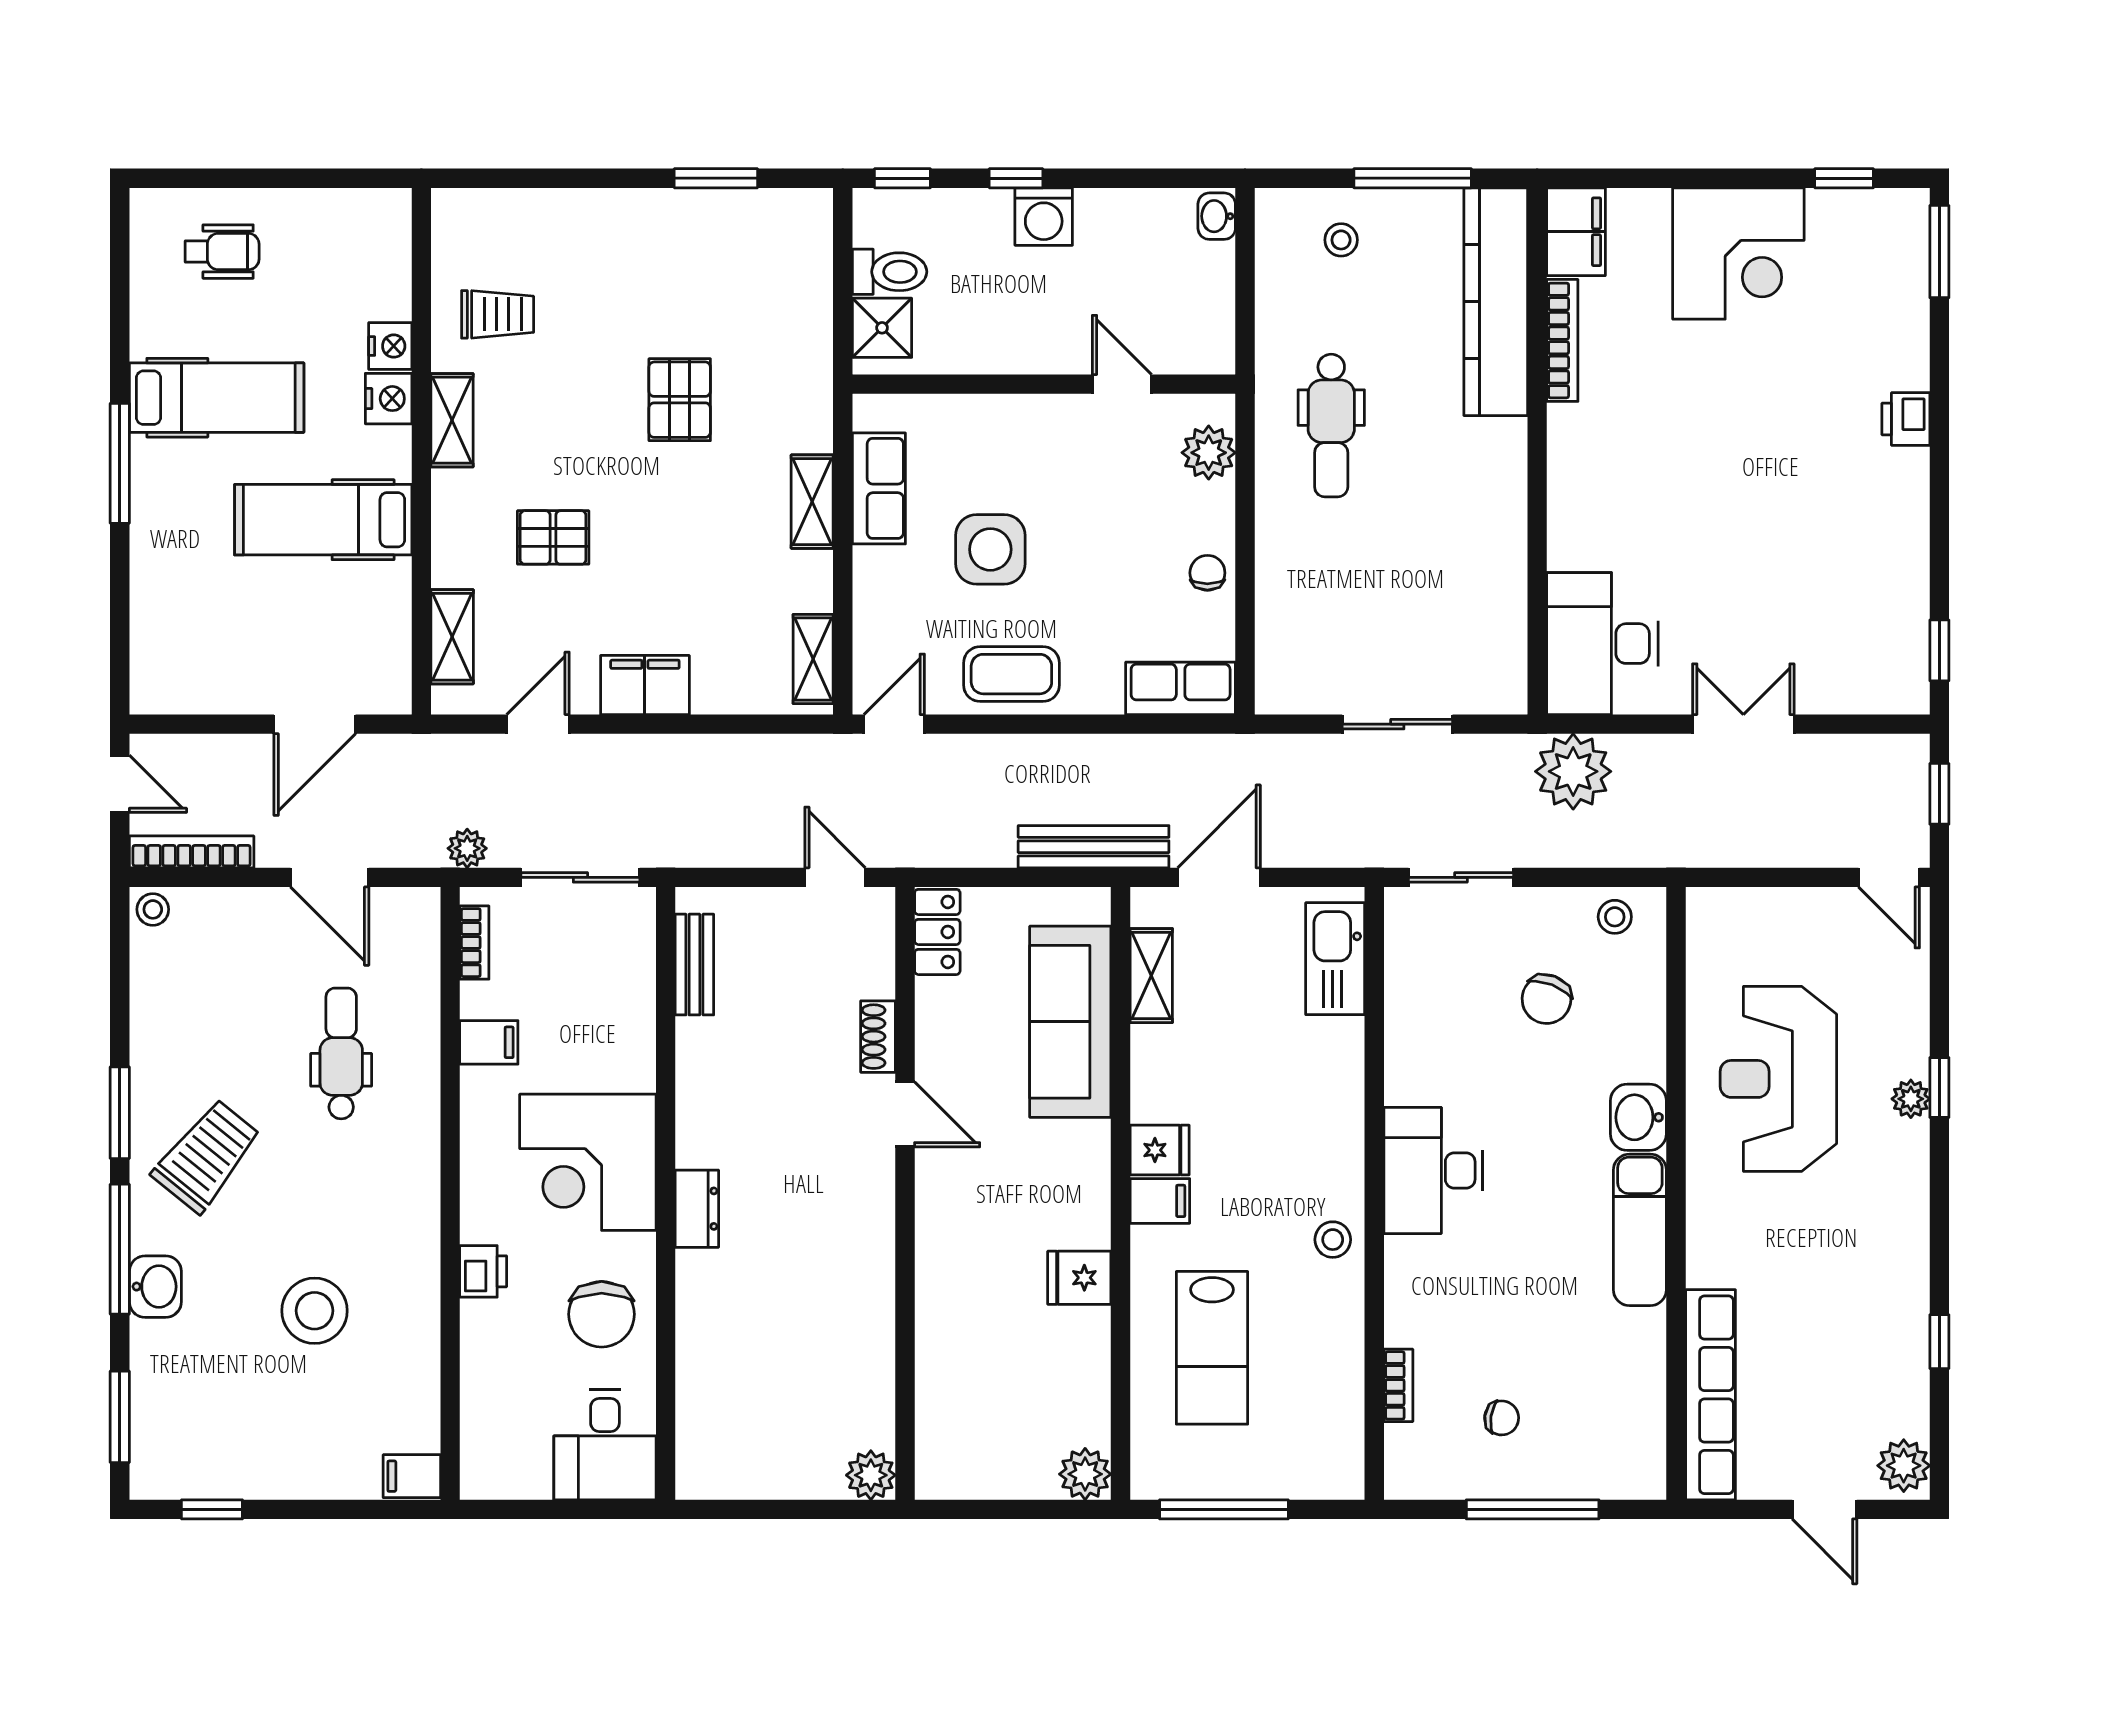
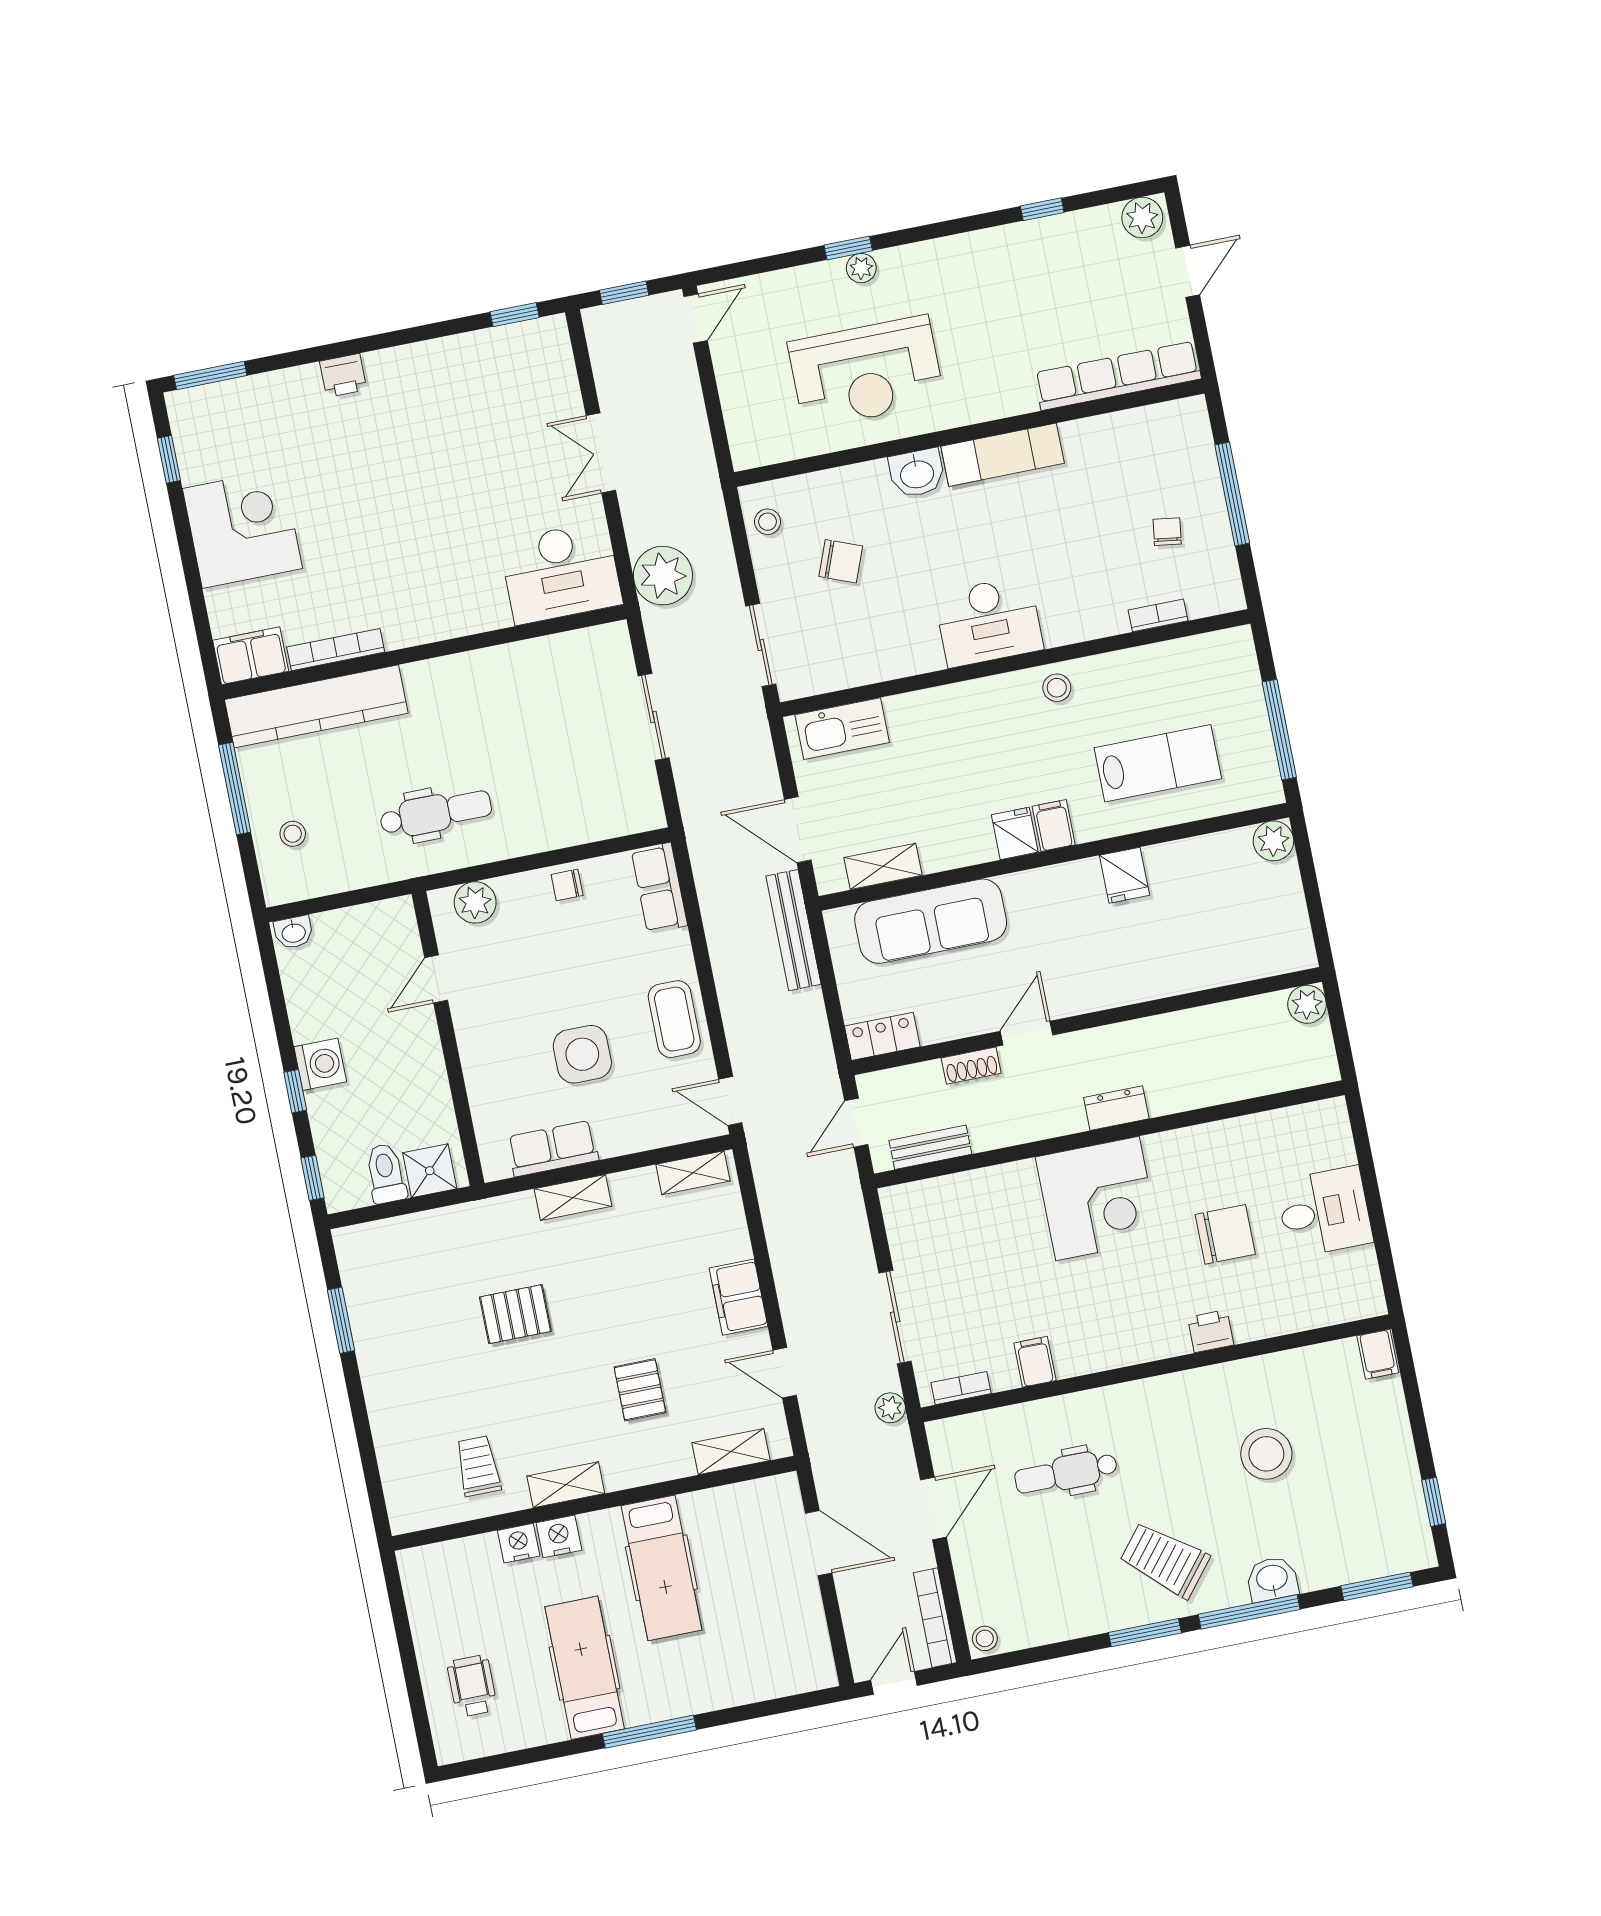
bench: (694, 965) -> (930, 1147), moved
corner desk: (588, 1162) -> (1098, 1198), moved
wall: (666, 1193) -> (1109, 1134), moved
dresser: (697, 1209) -> (1116, 1108), moved

